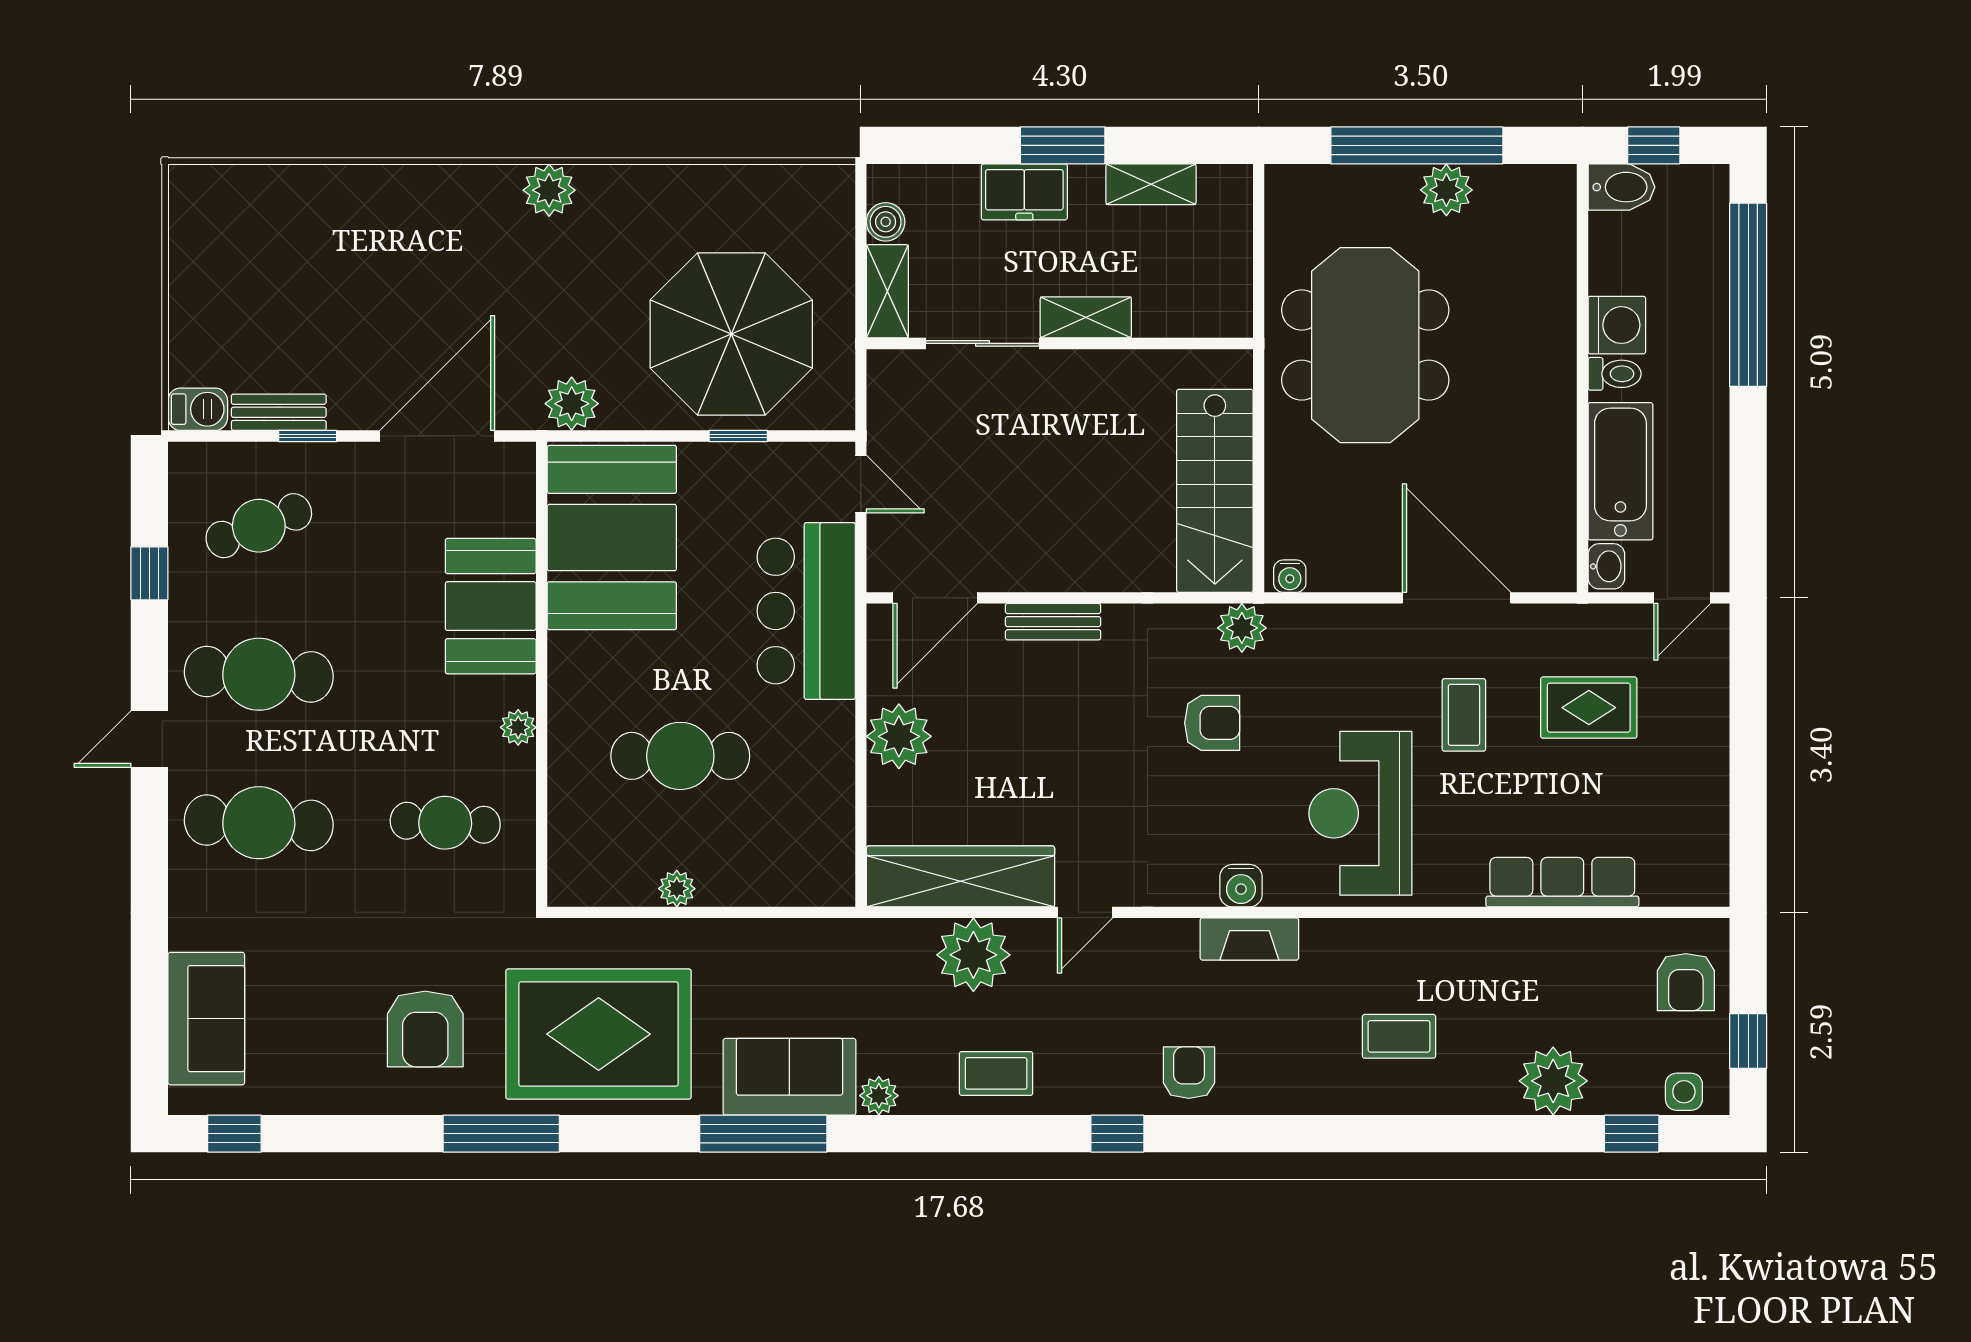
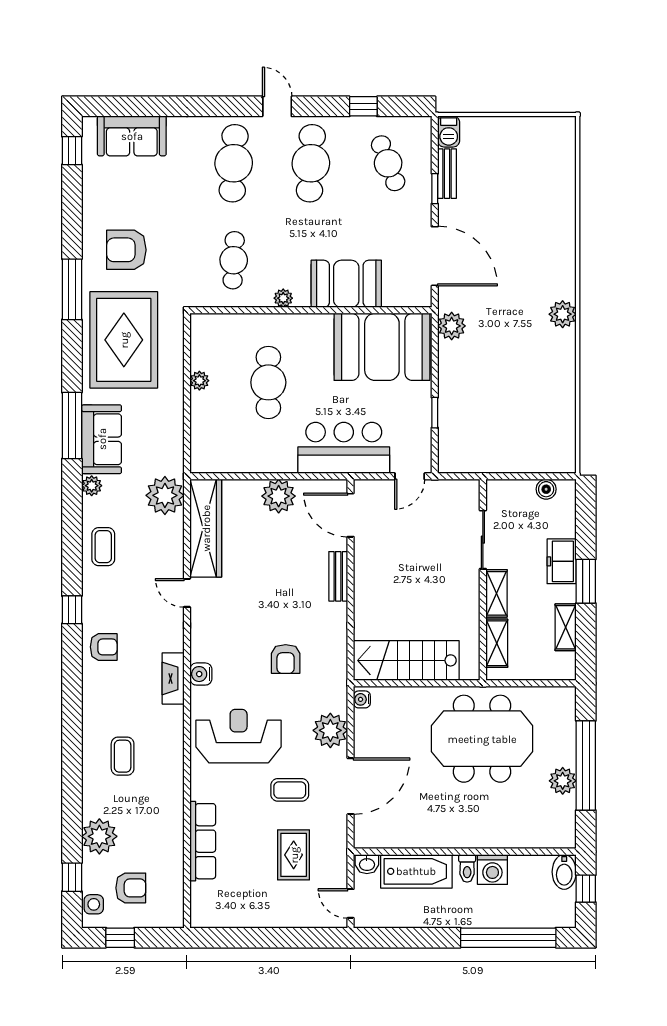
shelving: (887, 291) -> (497, 643), moved, turned 90
parasol: (731, 334) -> (488, 409), removed
plant: (1242, 628) -> (330, 730), moved, width x1.36, depth x1.36
plant: (973, 955) -> (165, 495), moved
armchair: (1686, 982) -> (131, 888), moved, turned 180

